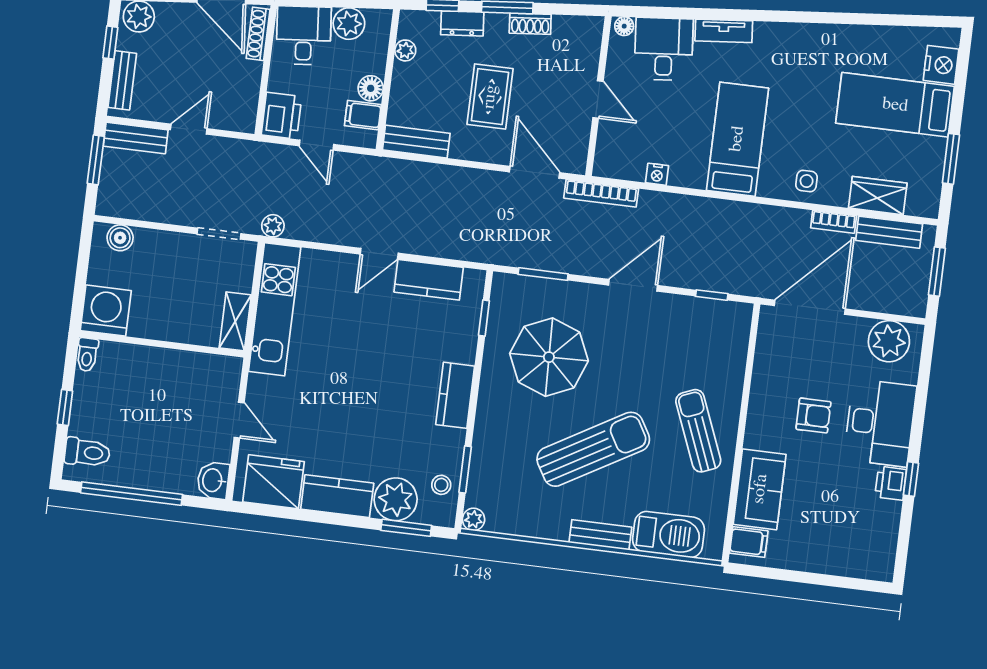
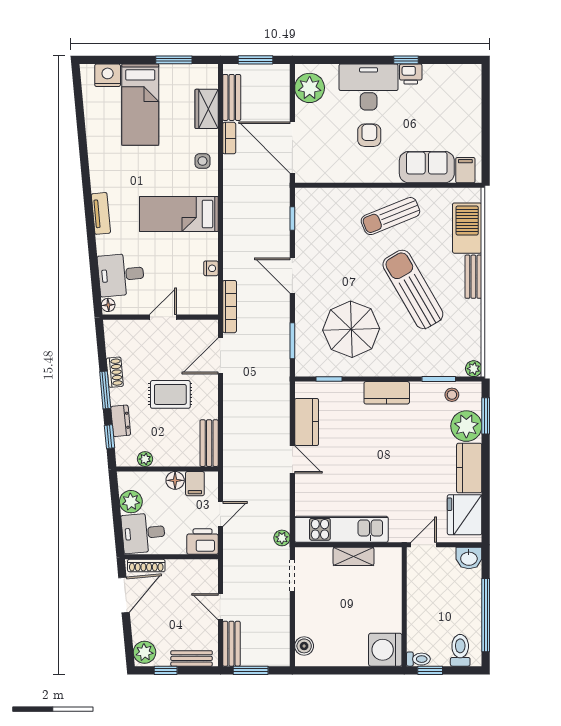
tv unit: (724, 31) -> (101, 213), moved
washing machine: (106, 311) -> (385, 650), moved
wall: (162, 344) -> (404, 607), moved
toilet: (87, 355) -> (418, 659), moved

